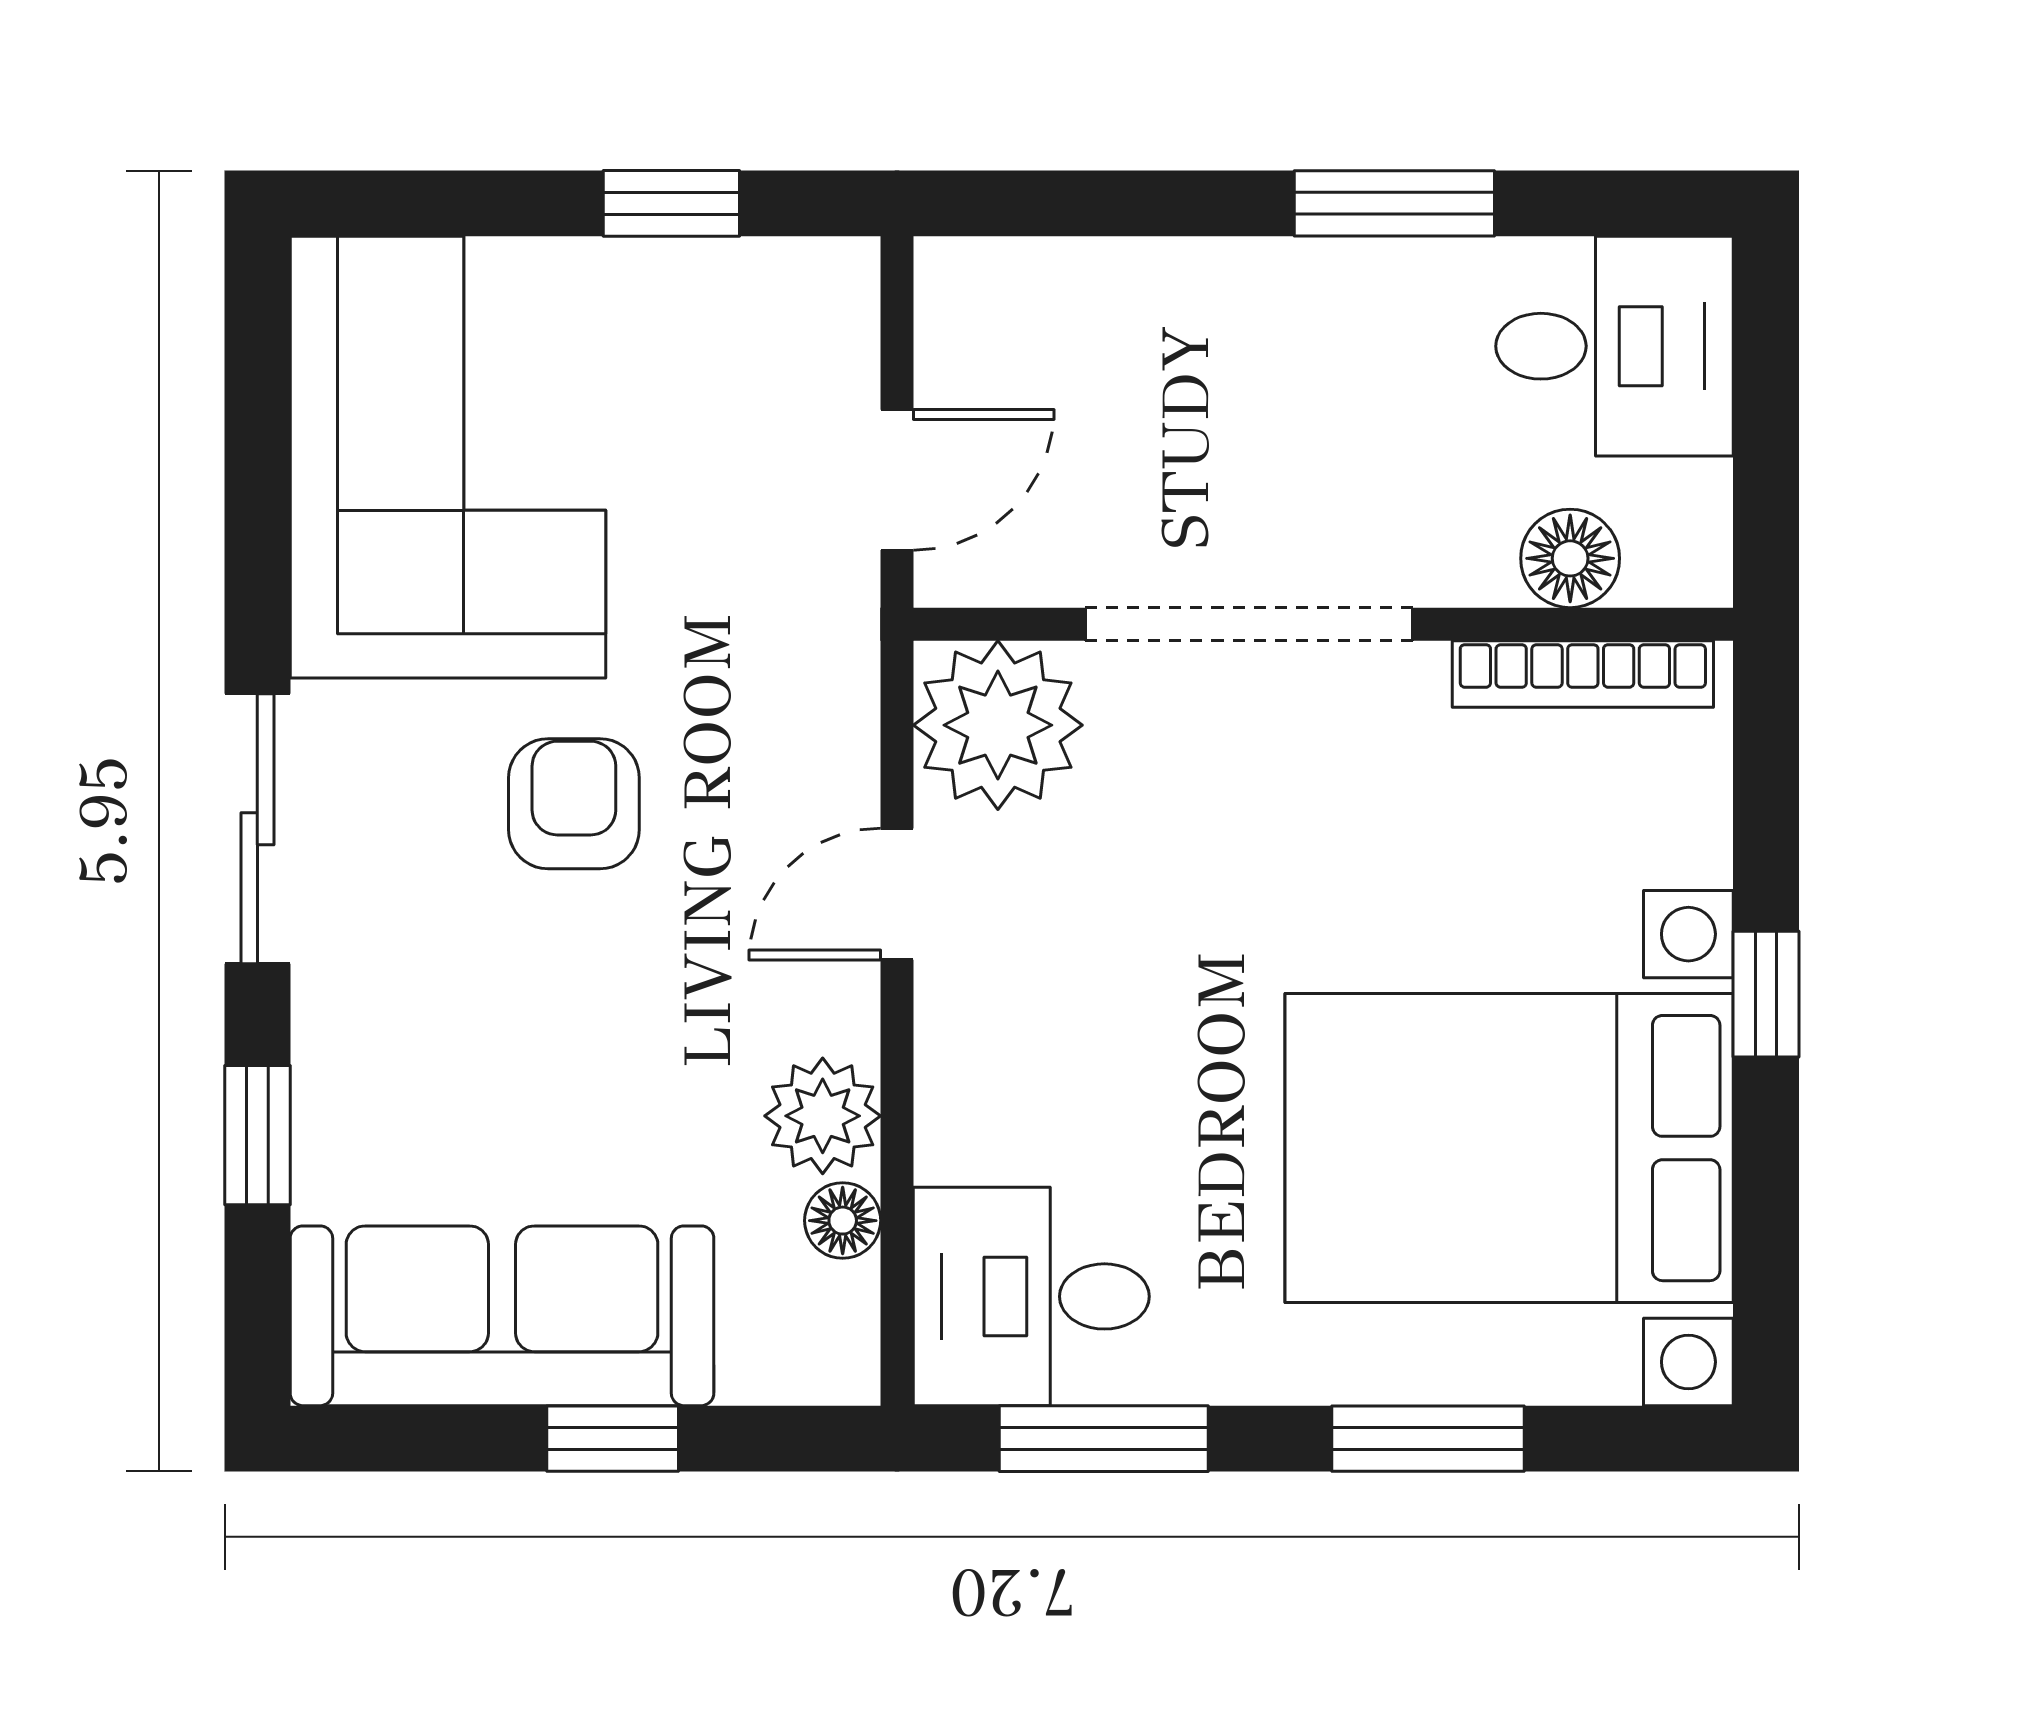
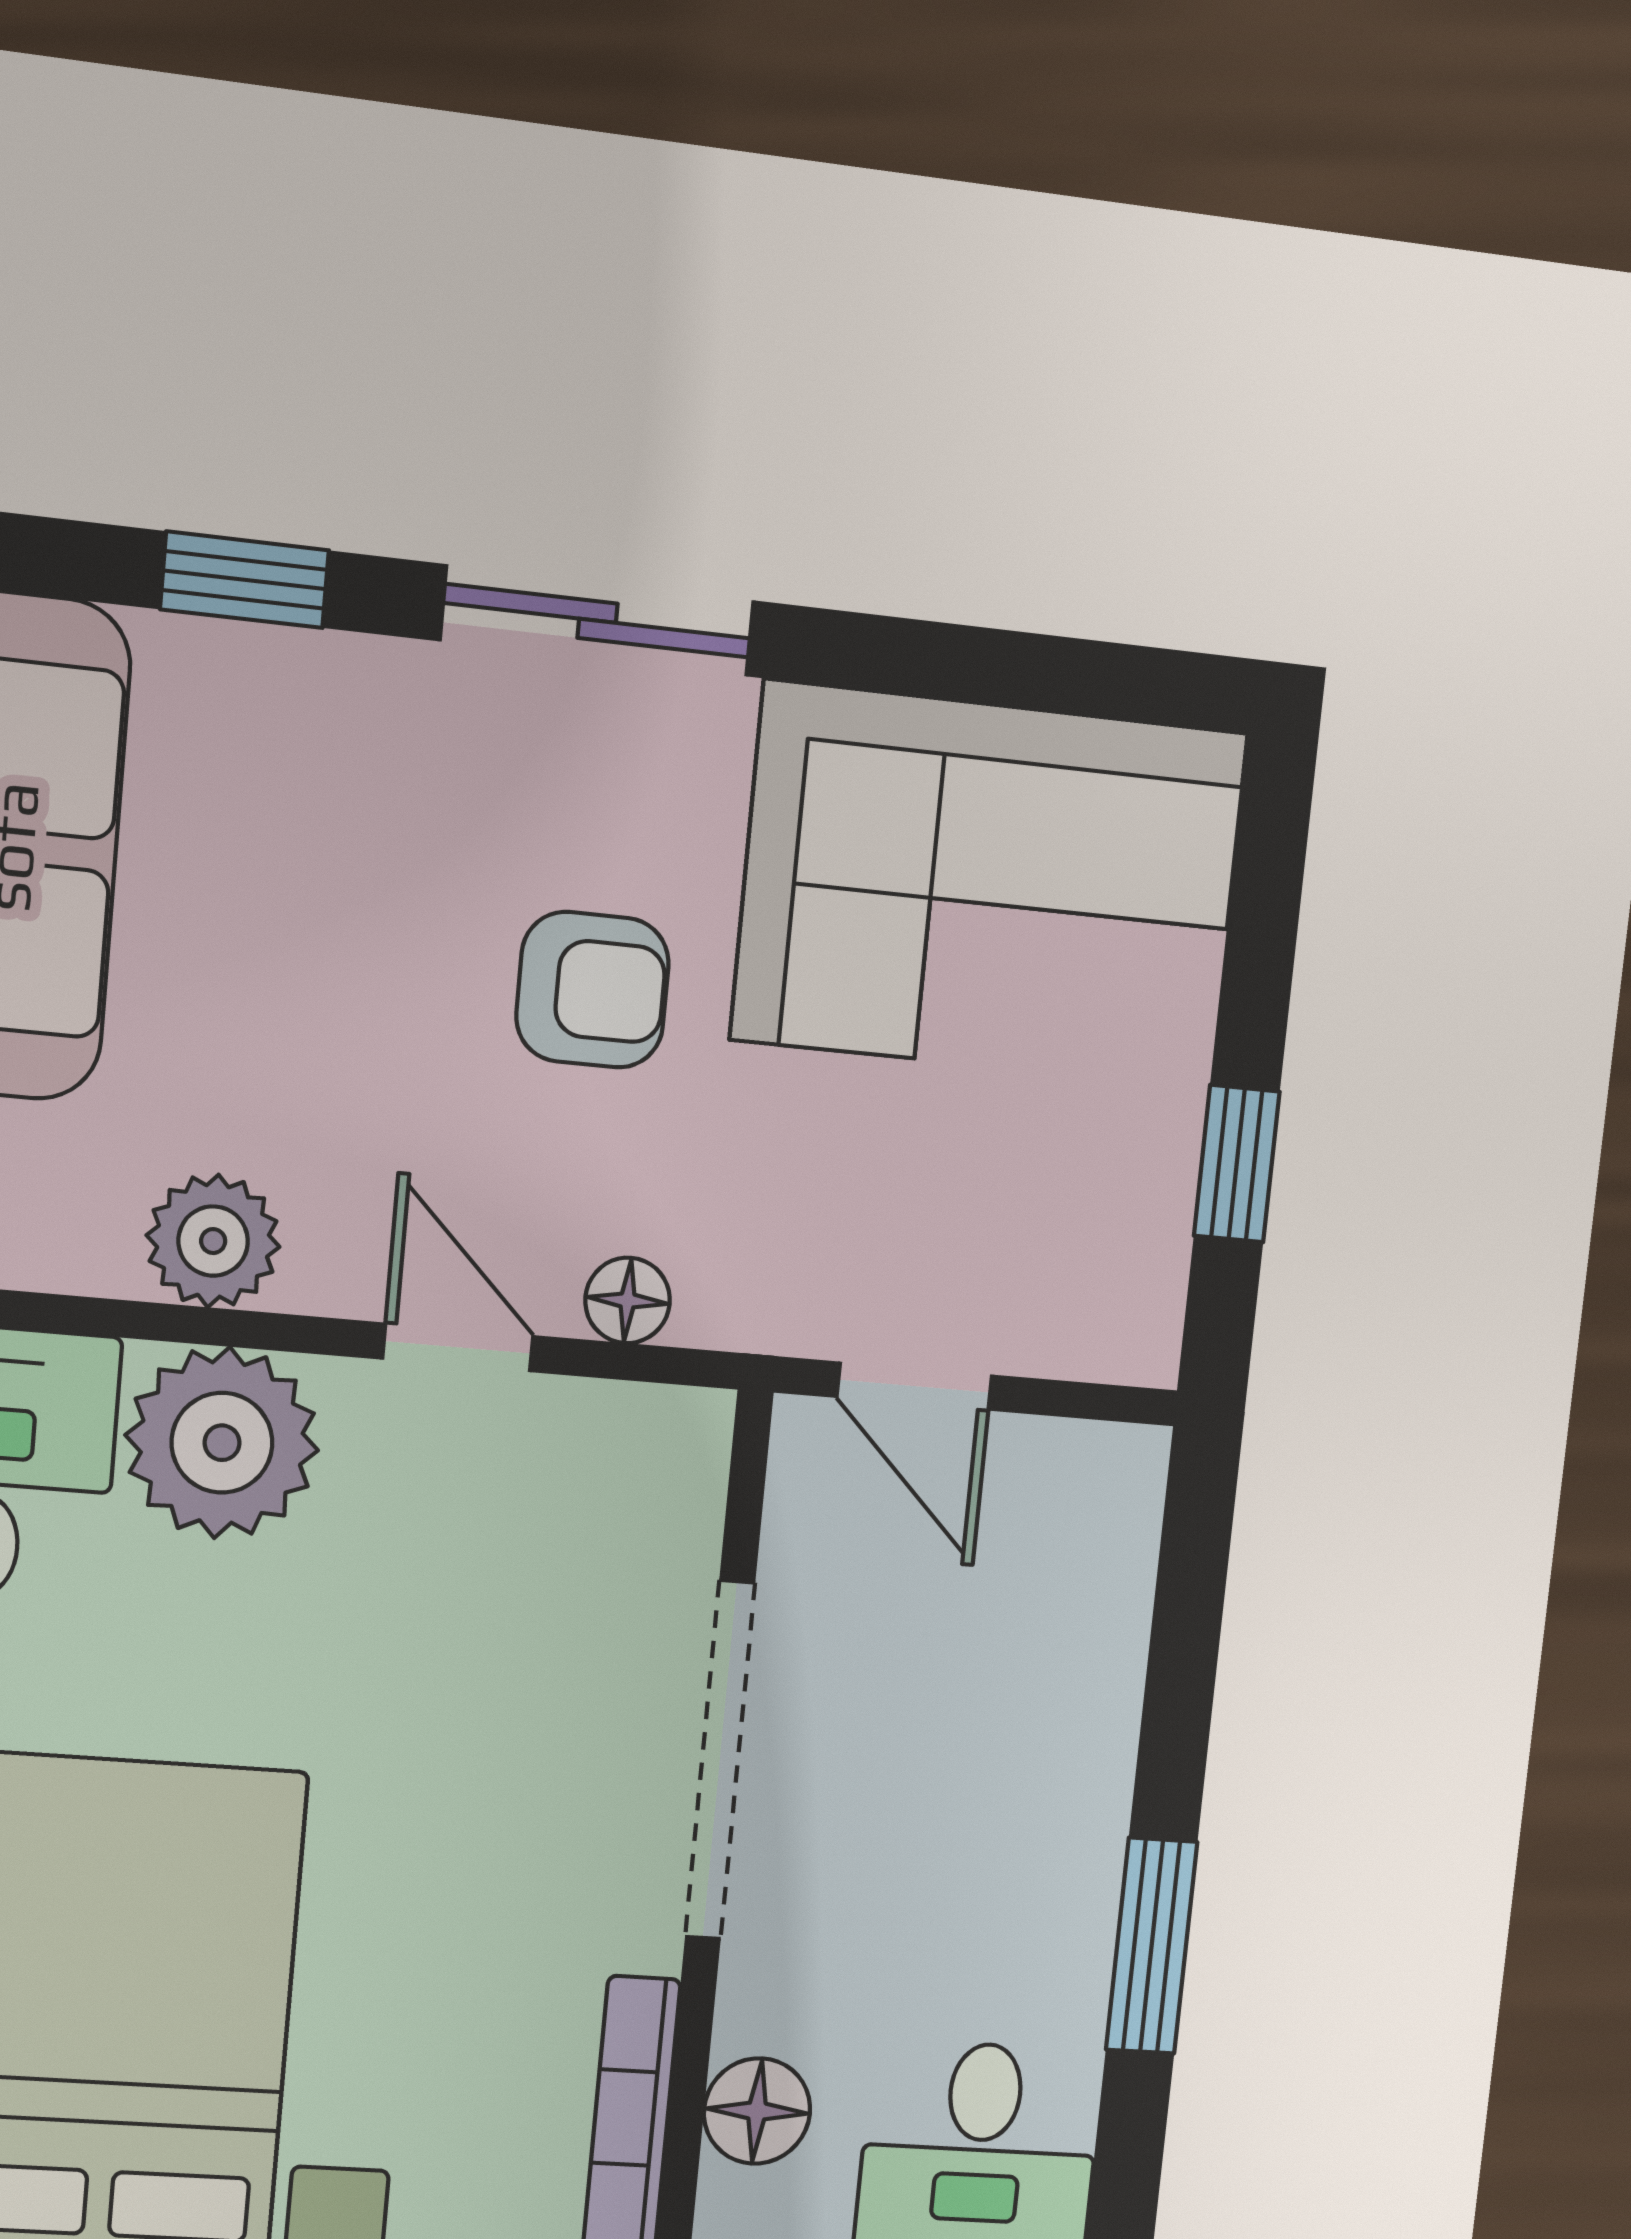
plant: (998, 725) -> (222, 1443), moved
floor lamp: (843, 1221) -> (628, 1300), moved

